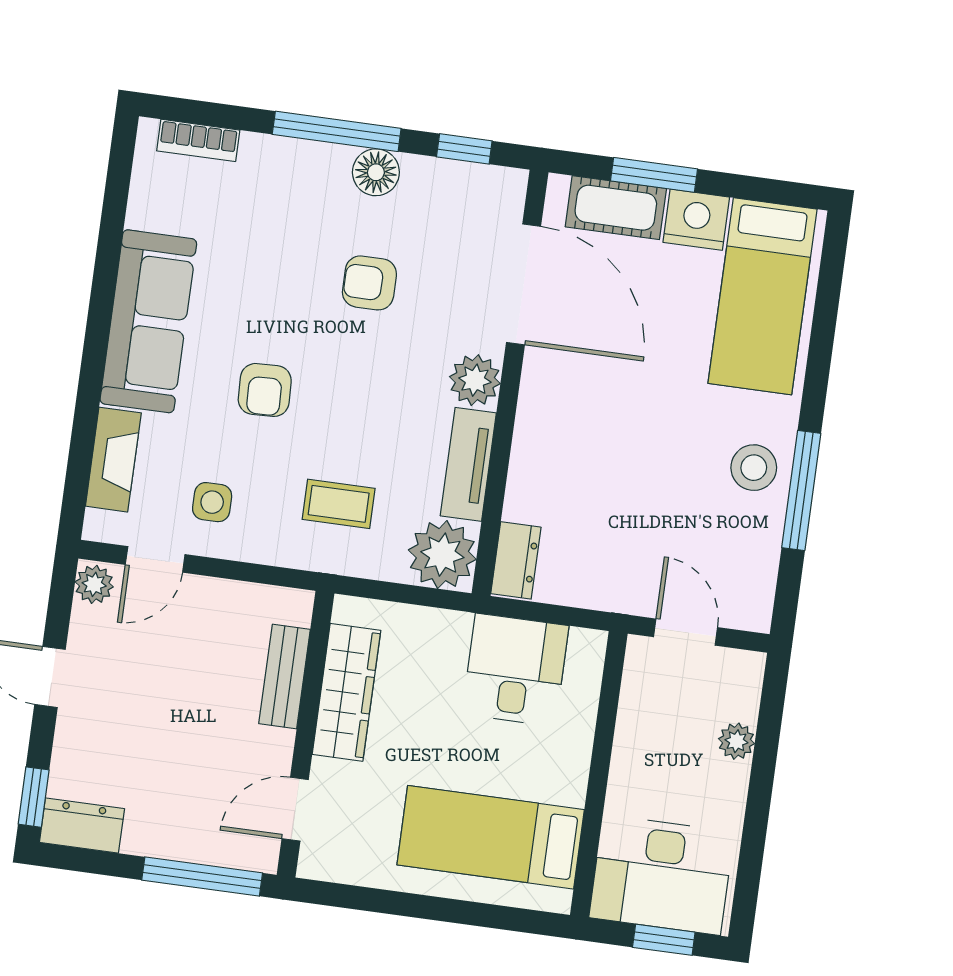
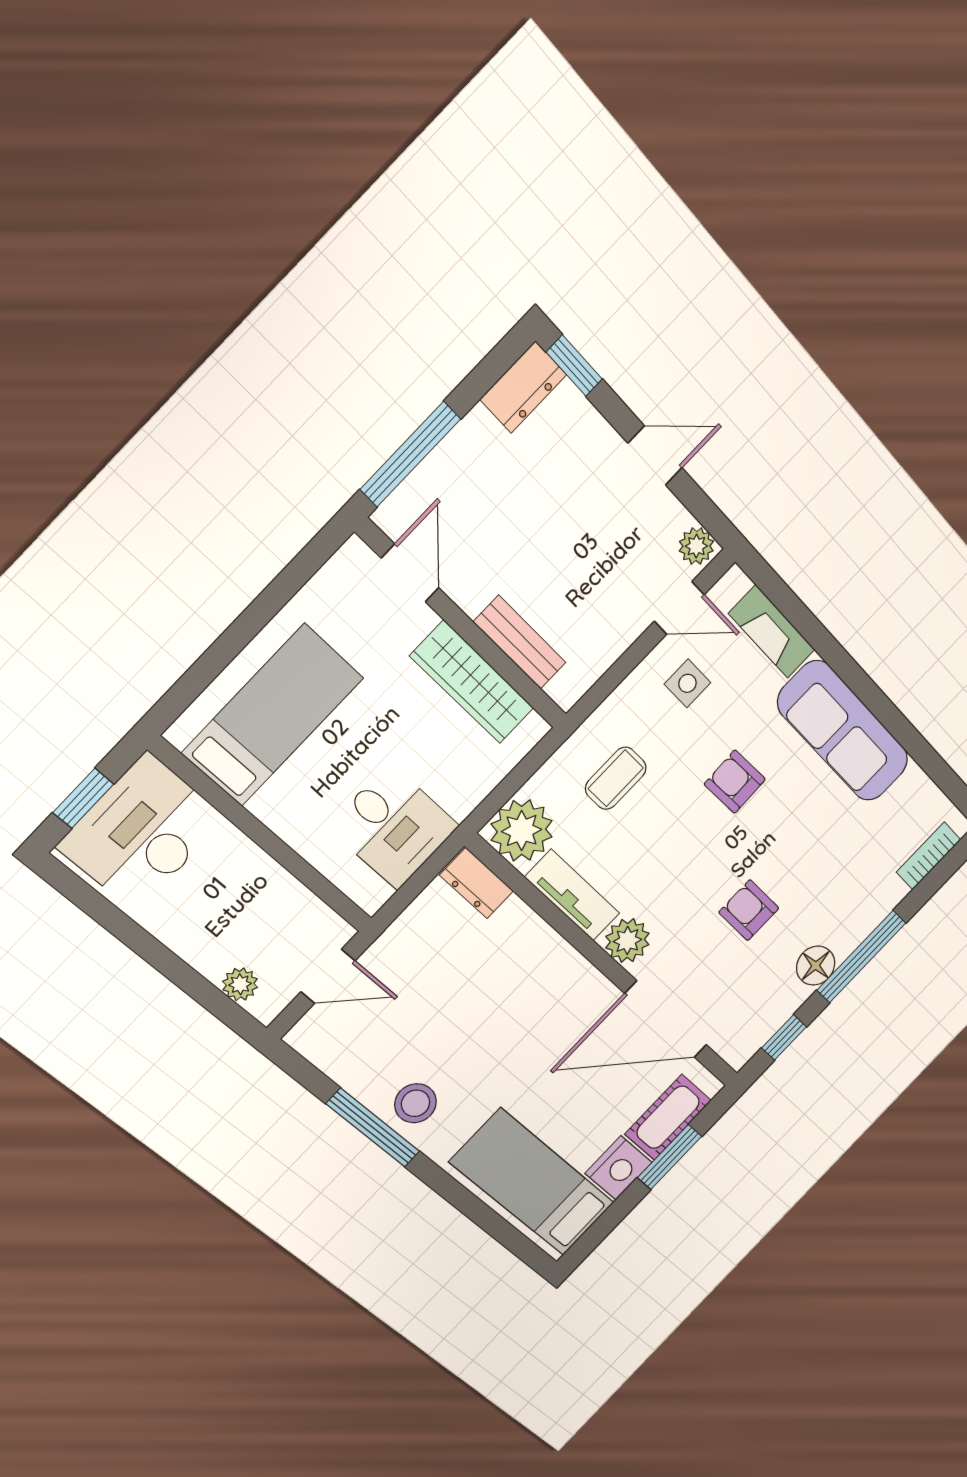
armchair: (369, 283) -> (749, 910), turned -90
door: (155, 559) -> (679, 608), swing flipped
plant: (736, 741) -> (240, 984), moved

